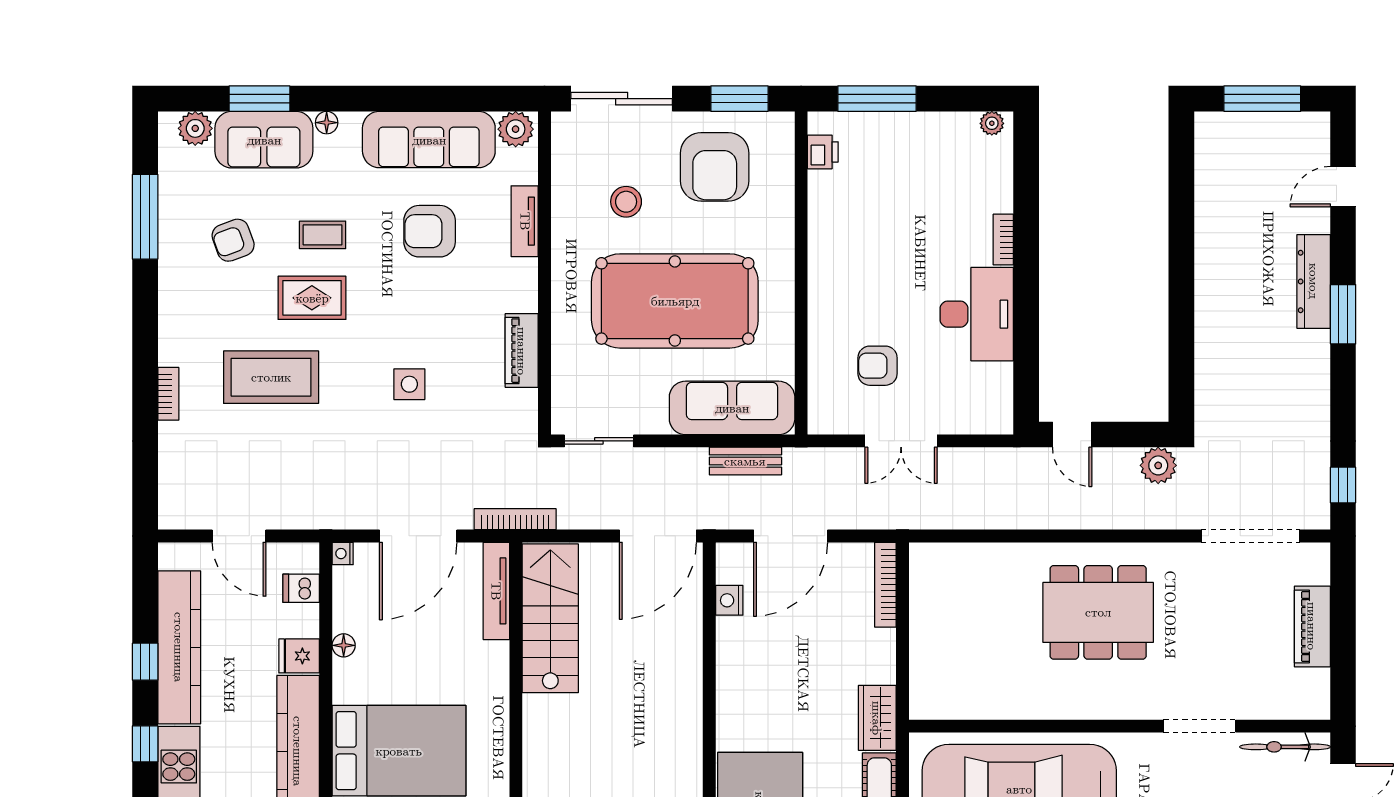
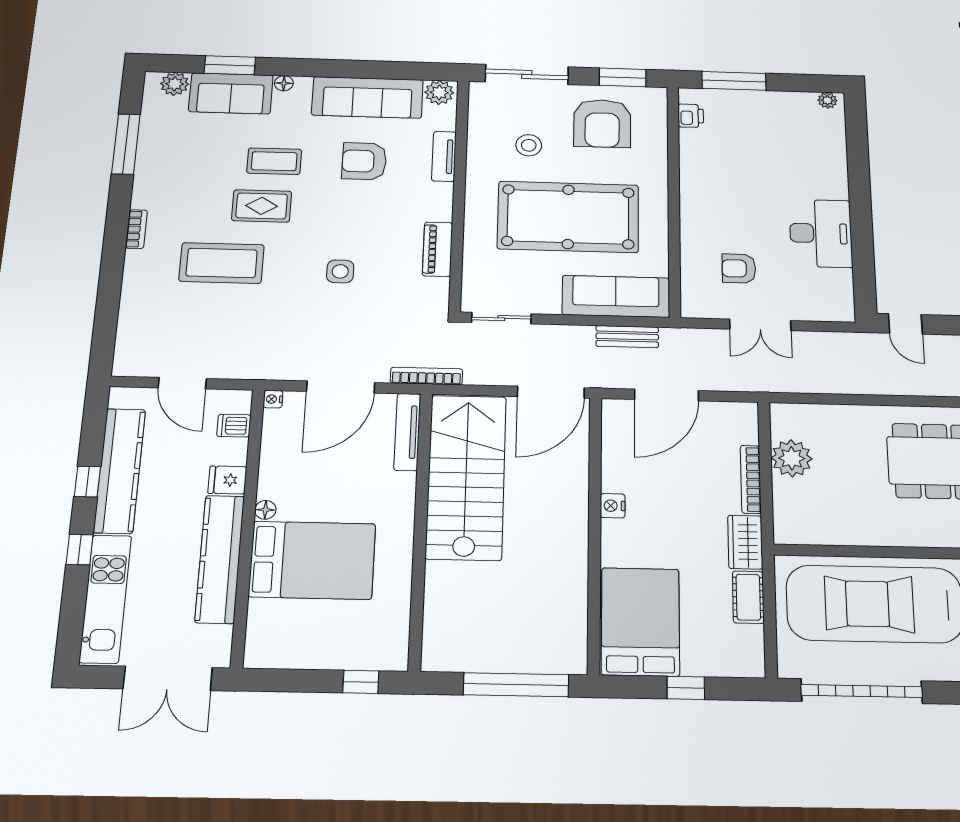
coffee table: (323, 235) -> (274, 161), width x1.36, depth x1.30
armchair: (233, 240) -> (198, 163), removed
bookcase: (1003, 240) -> (840, 181), removed
bookcase: (168, 394) -> (136, 229), moved
bookcase: (885, 585) -> (751, 479), moved
nightstand: (729, 600) -> (613, 506), moved
plant: (933, 613) -> (792, 458), added
stairs: (550, 618) -> (466, 477), width x1.36, depth x1.51
floor lamp: (344, 645) -> (265, 510), moved

